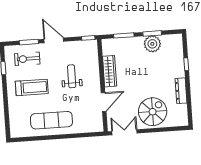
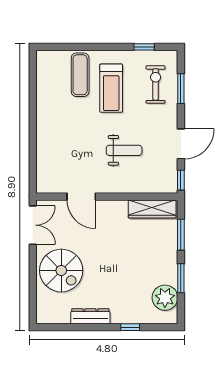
door: (54, 40) -> (181, 144), moved
plant: (152, 44) -> (165, 298), moved
wardrobe: (110, 71) -> (152, 209), moved
exercise mat: (51, 120) -> (80, 75), moved, width x0.73, depth x0.69

